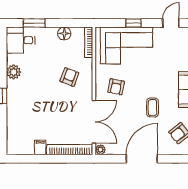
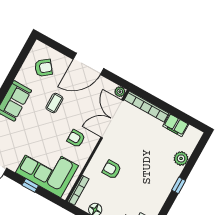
plant: (14, 72) -> (181, 158), moved
armchair: (69, 77) -> (112, 170), turned 69
armchair: (116, 87) -> (76, 138), turned -101
filing cabinet: (40, 148) -> (176, 125), width x2.00

